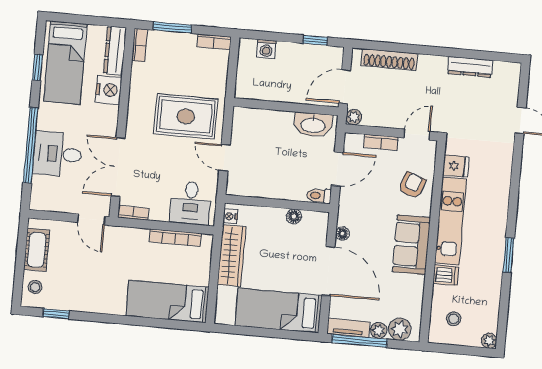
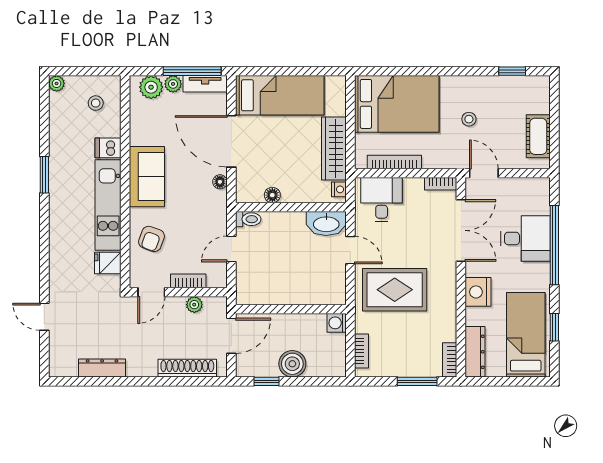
bookcase: (214, 42) -> (361, 351), moved, turned 90
washing machine: (266, 49) -> (337, 323), moved, turned -90
boiler: (289, 55) -> (292, 364), added
nightstand: (108, 90) -> (478, 292), moved
plant: (354, 117) -> (194, 305), moved
washbasin: (313, 125) -> (326, 224), moved, turned 180
door: (337, 169) -> (231, 249), width x0.73
stool: (35, 287) -> (469, 119), moved
bed: (167, 302) -> (397, 104), width x1.50

